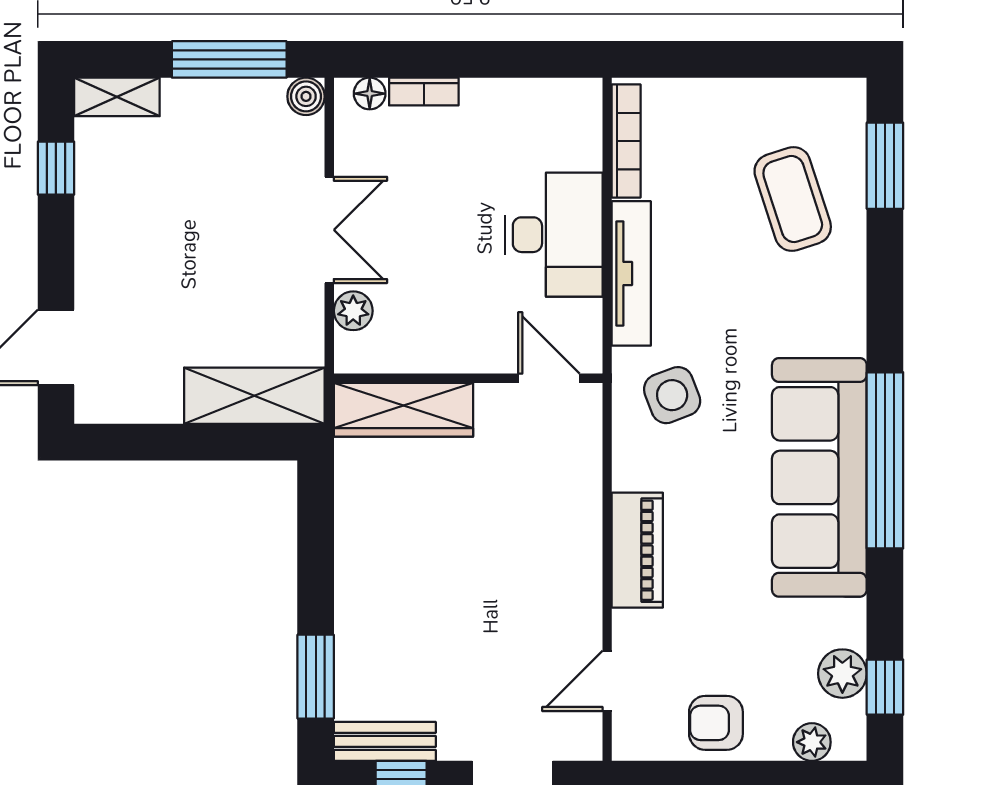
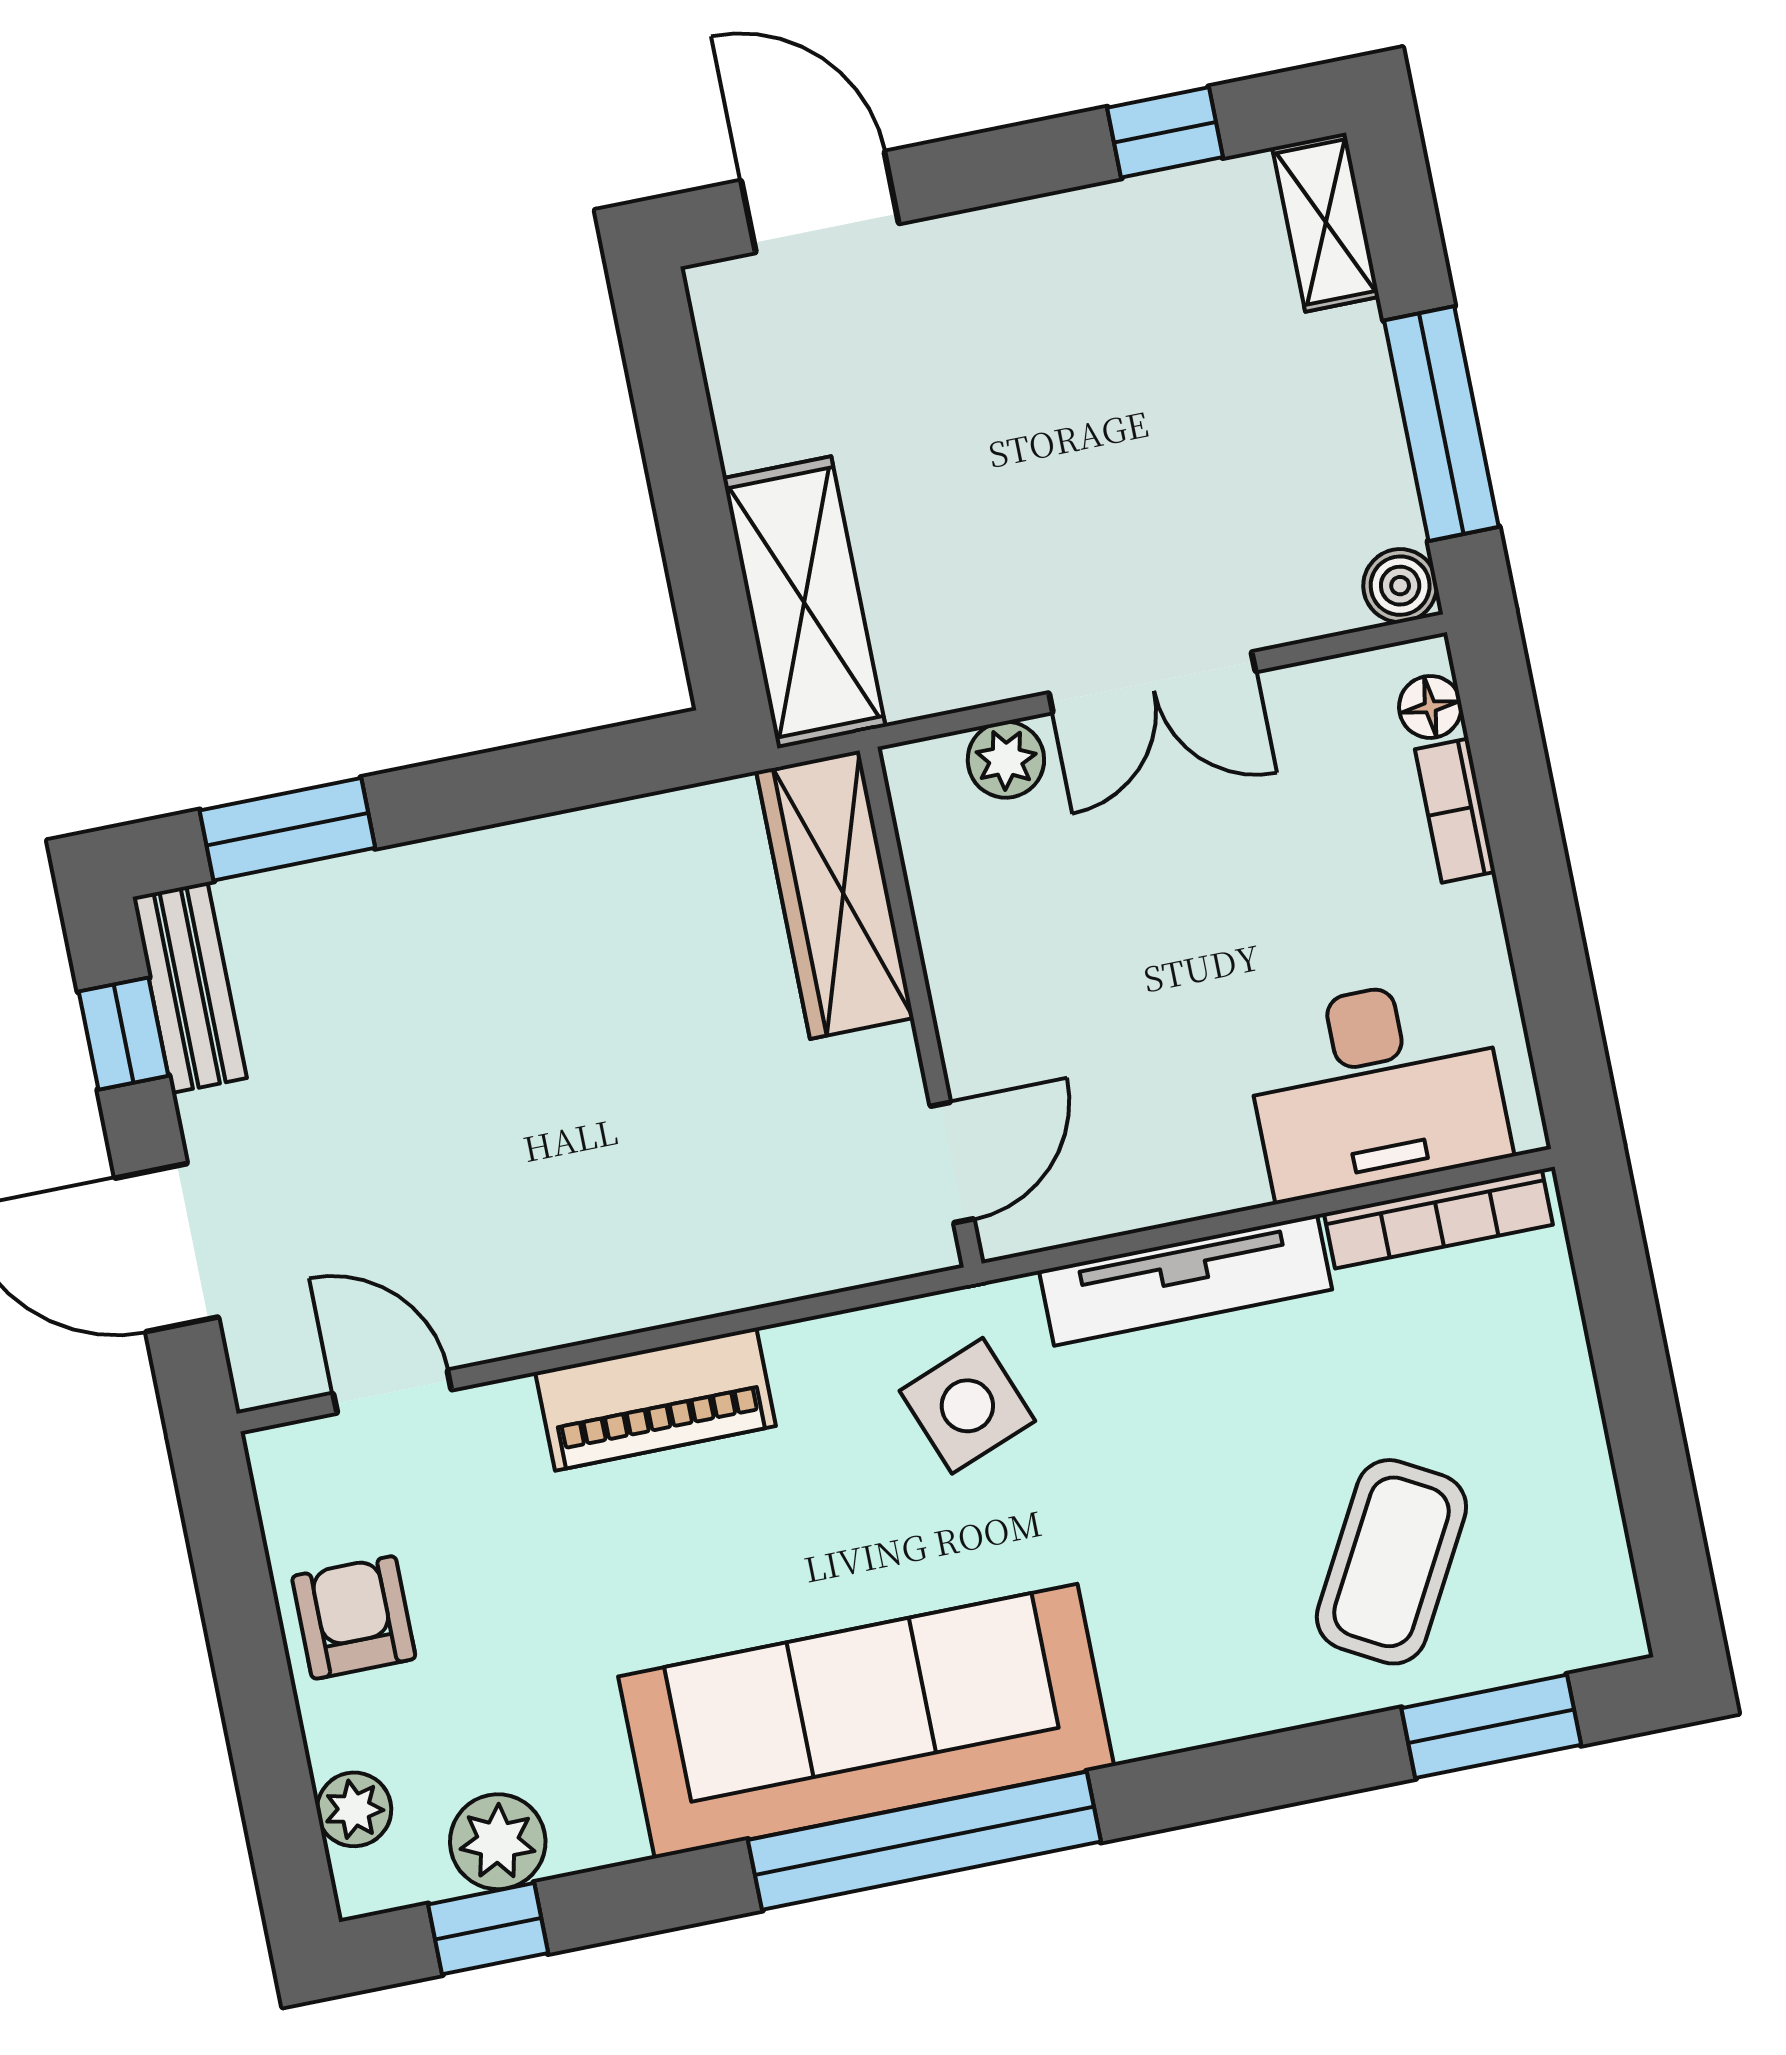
coffee table: (793, 199) -> (1391, 1562), turned -43
desk: (554, 235) -> (1376, 1086), moved

